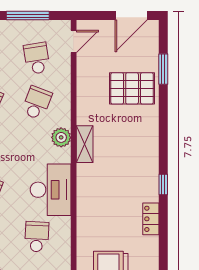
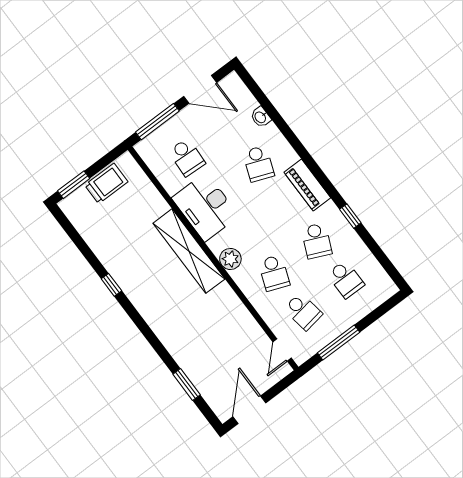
pallet: (132, 88) -> (201, 347), removed
shelving: (85, 144) -> (189, 251), width x2.20, depth x1.33
locker: (151, 219) -> (100, 247), removed

